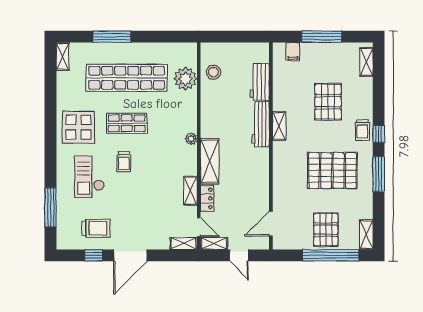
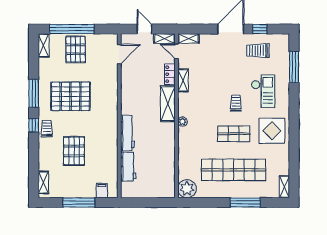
stool: (214, 72) -> (165, 174), removed
plant: (185, 79) -> (187, 189), moved
shelving: (279, 126) -> (113, 132), removed

